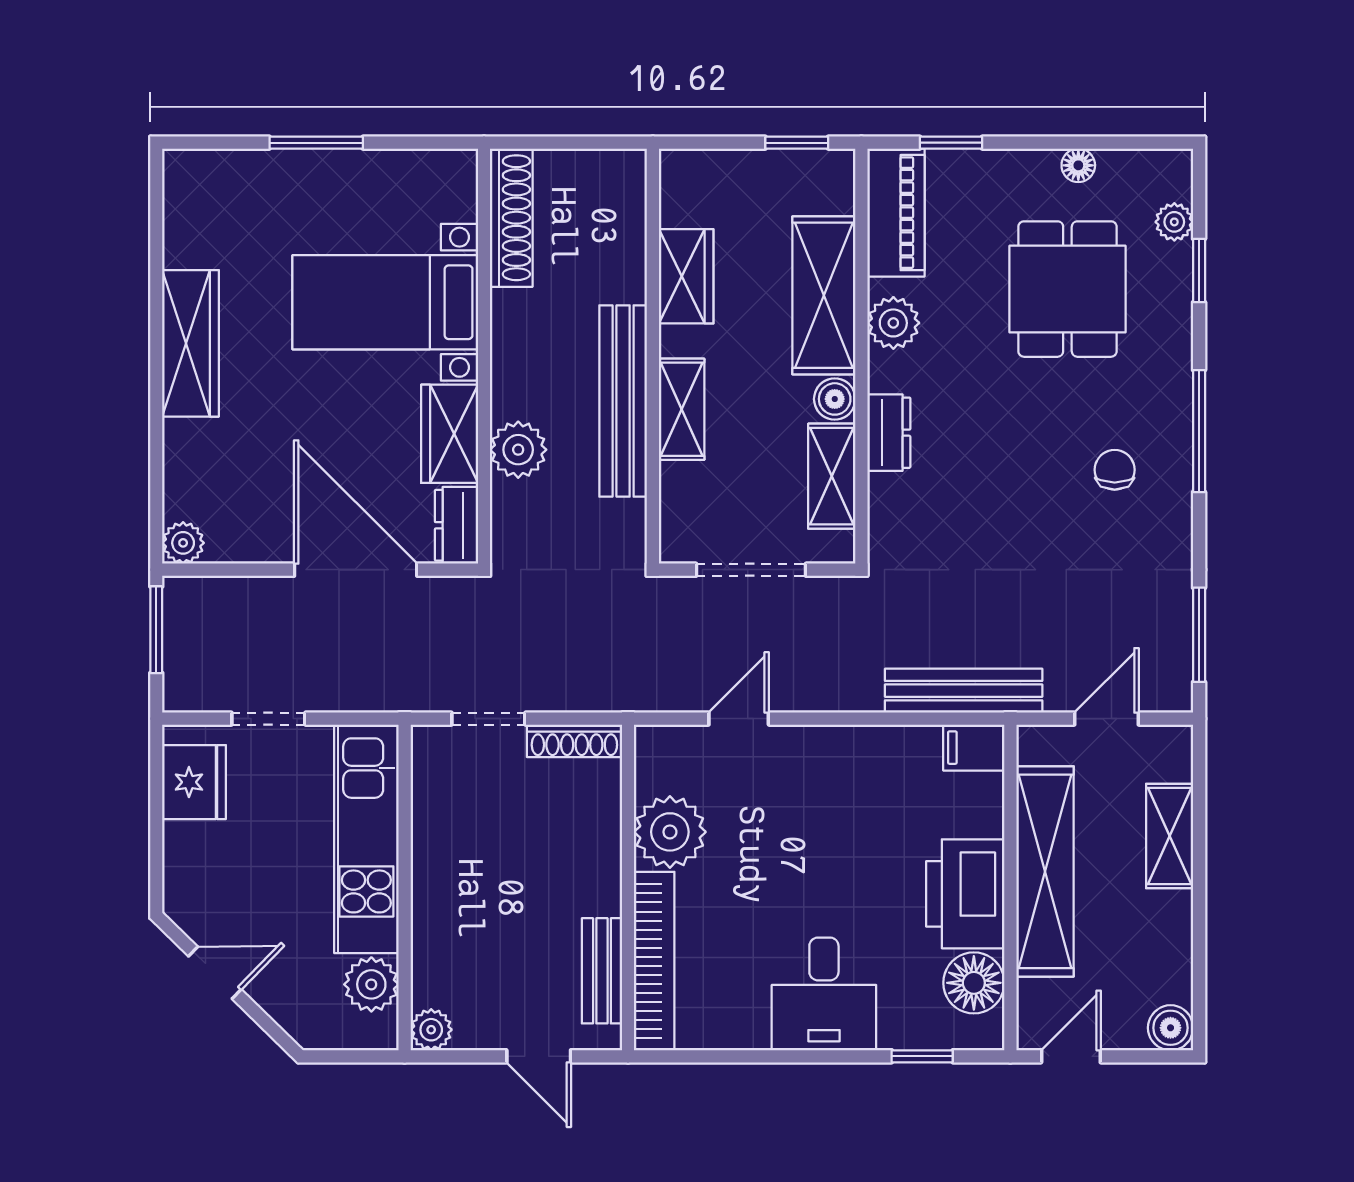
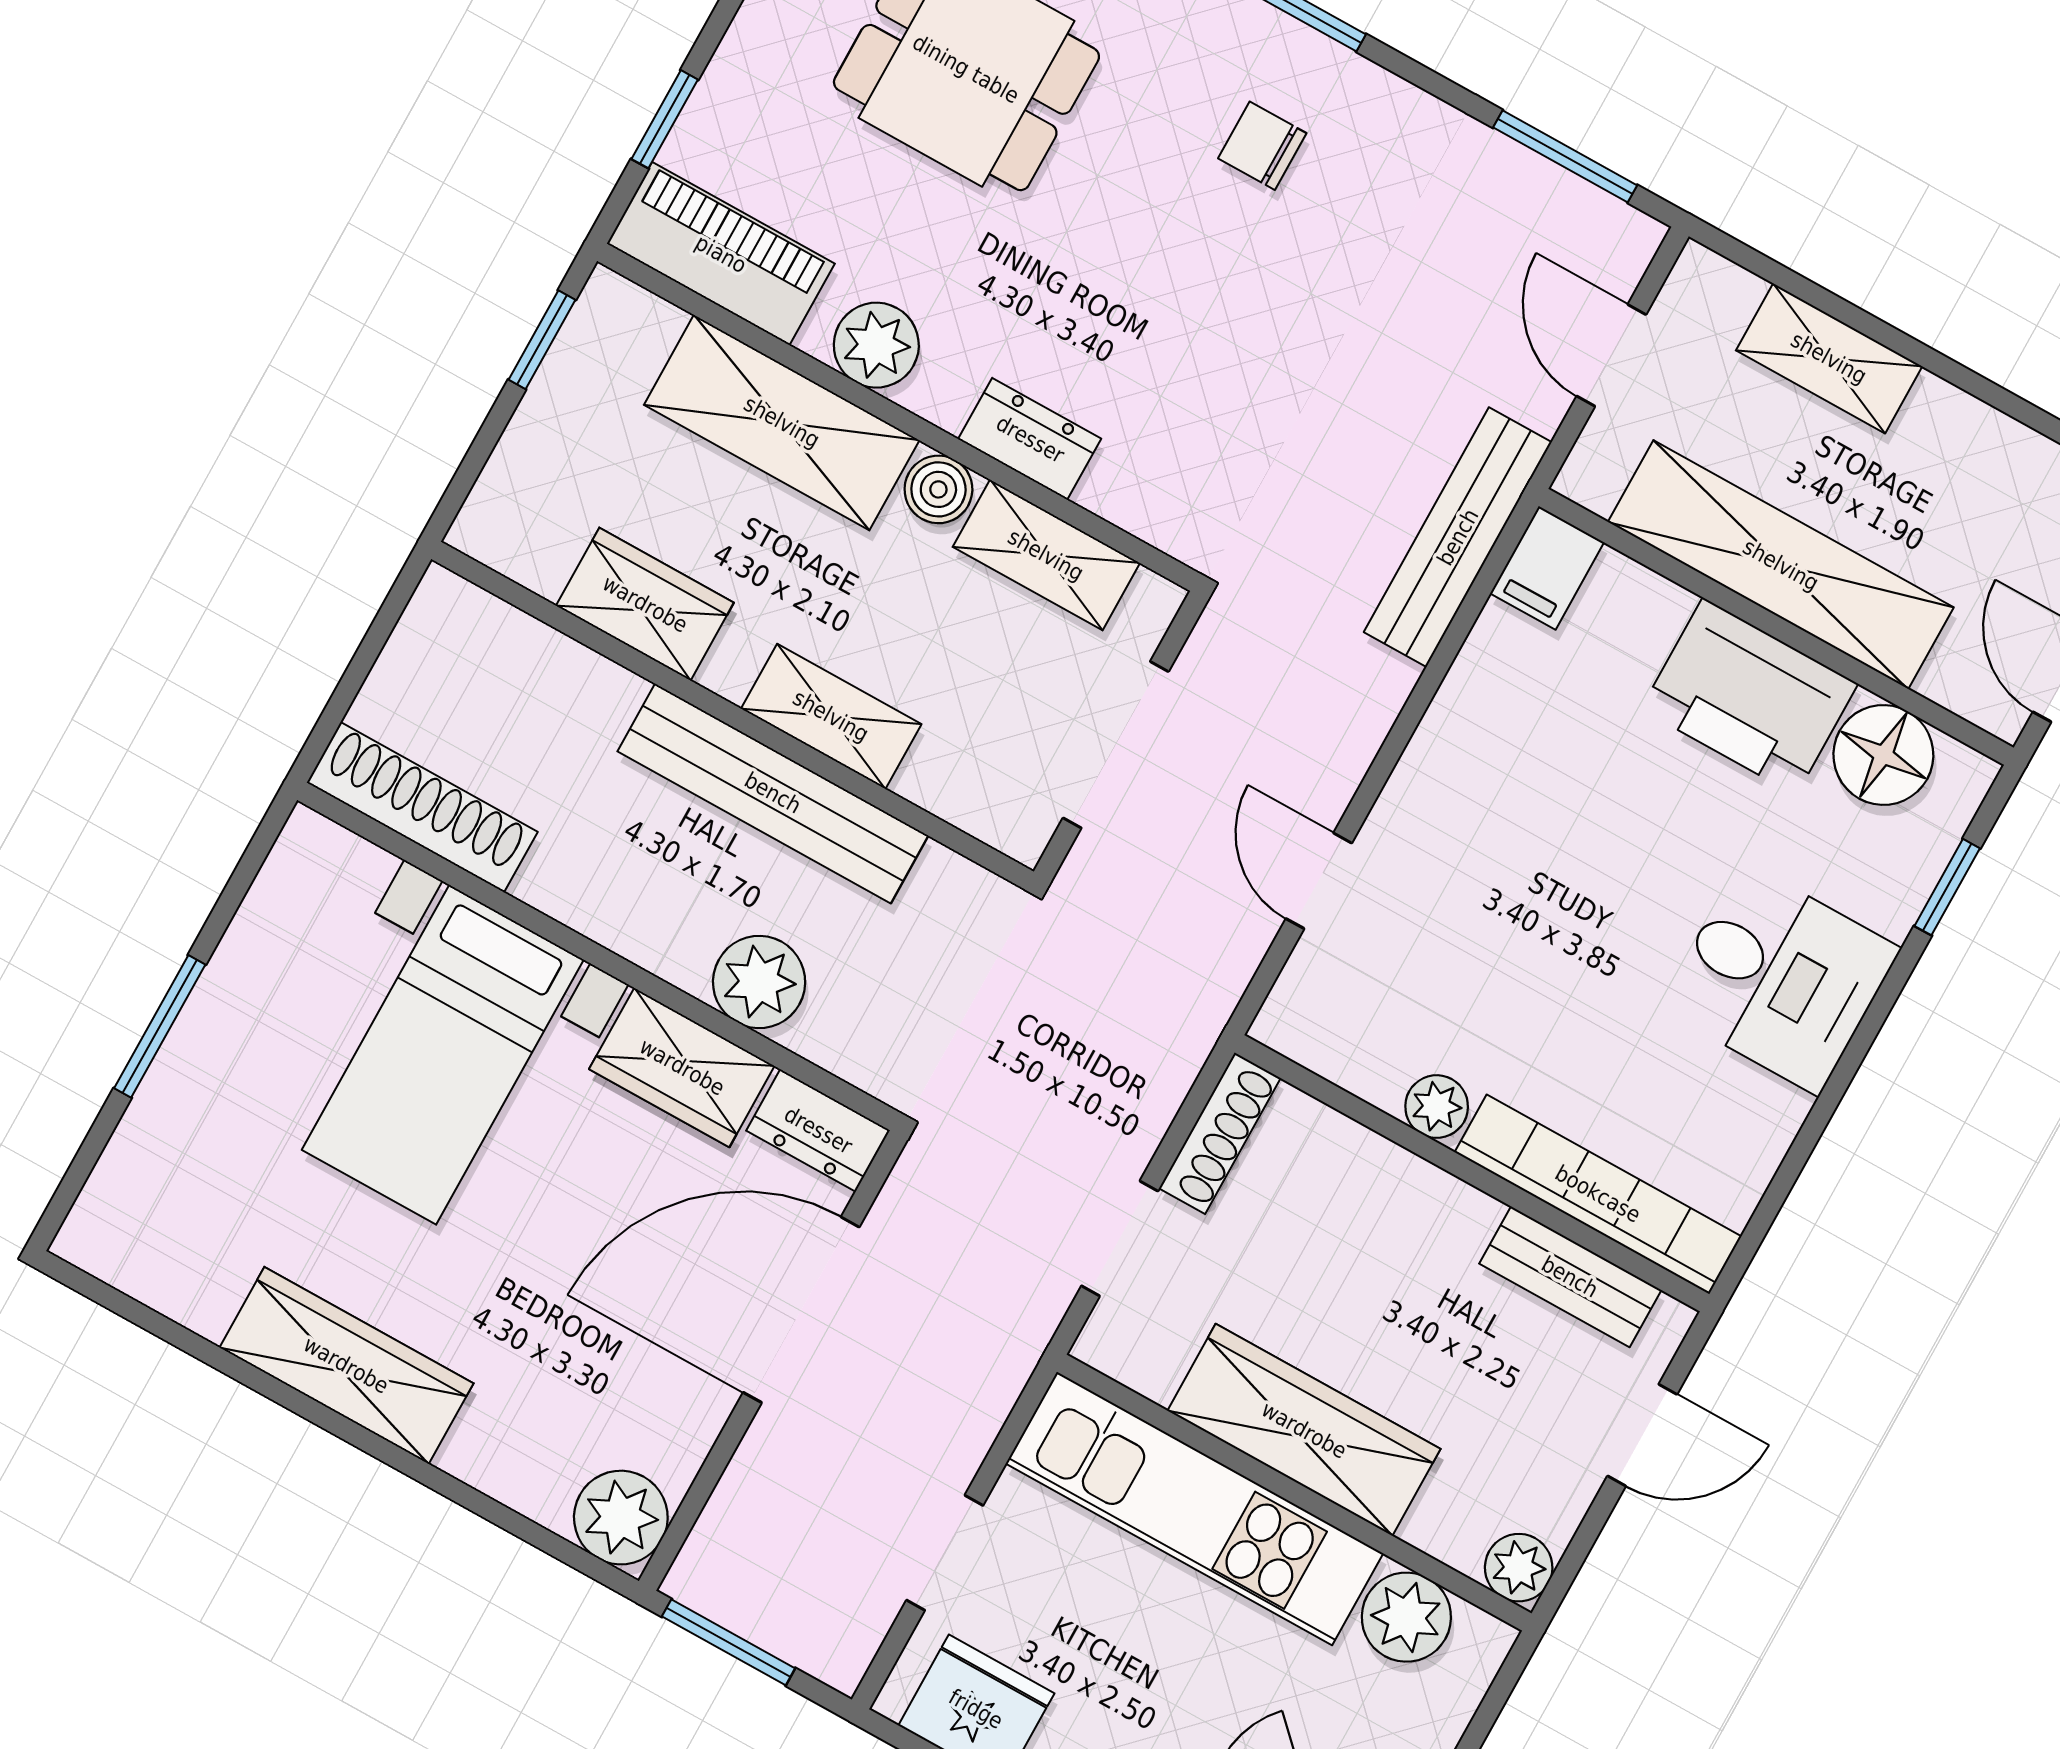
plant: (183, 543) -> (621, 1518), width x1.38, depth x1.38
plant: (670, 832) -> (1437, 1107), width x0.53, depth x0.53
wardrobe: (441, 874) -> (1304, 1430), added

